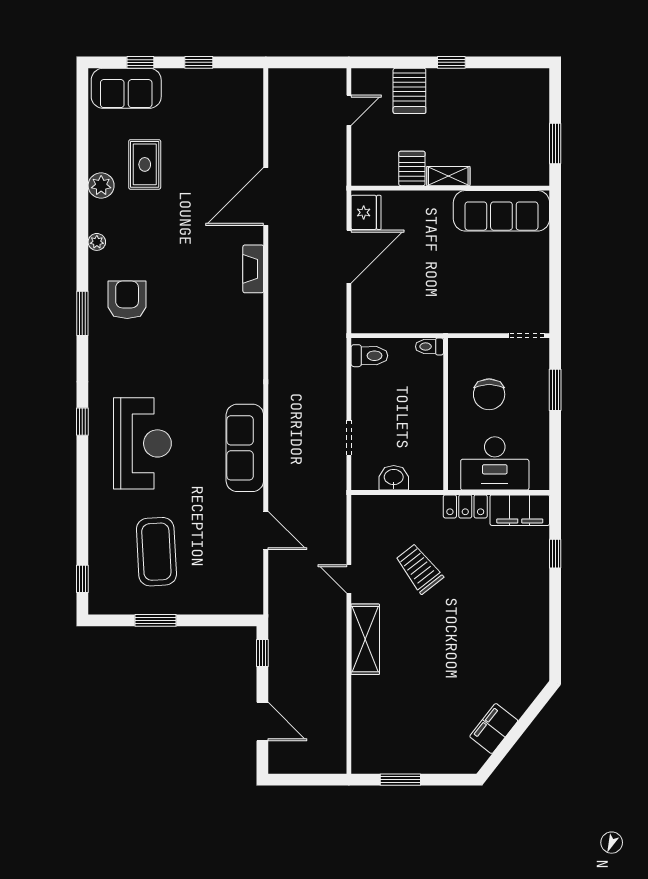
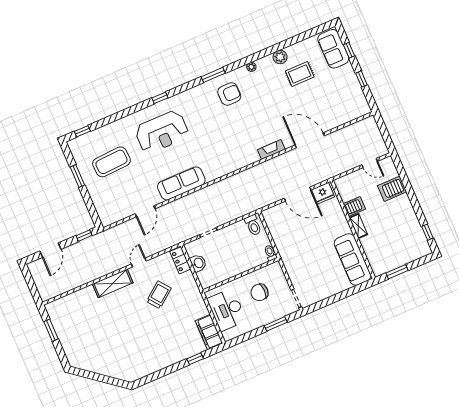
window: (451, 62) -> (427, 232), moved
locker: (465, 506) -> (180, 260), moved
filing cabinet: (494, 729) -> (96, 366), removed

